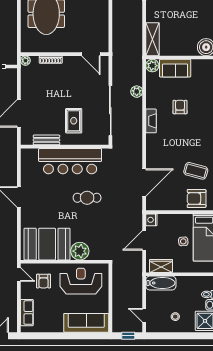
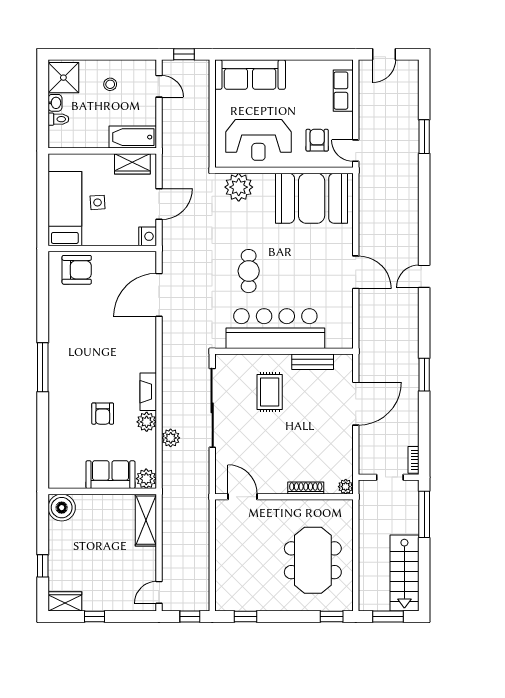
plant: (152, 102) -> (147, 422), added
coffee table: (196, 171) -> (78, 313), removed
cafe table: (87, 198) -> (249, 271), turned 90
plant: (80, 251) -> (239, 187), moved

